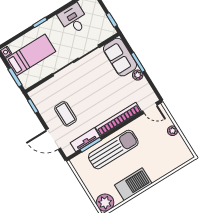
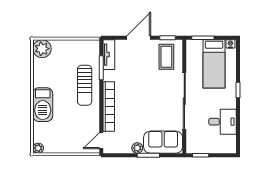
coffee table: (66, 114) -> (166, 57), moved, turned 90
plant: (172, 131) -> (38, 148), moved
door: (53, 139) -> (139, 38), moved
tv unit: (85, 140) -> (109, 55), moved
sun lounger: (113, 149) -> (85, 85), width x0.73, depth x0.75
barbecue: (133, 184) -> (43, 105), moved

